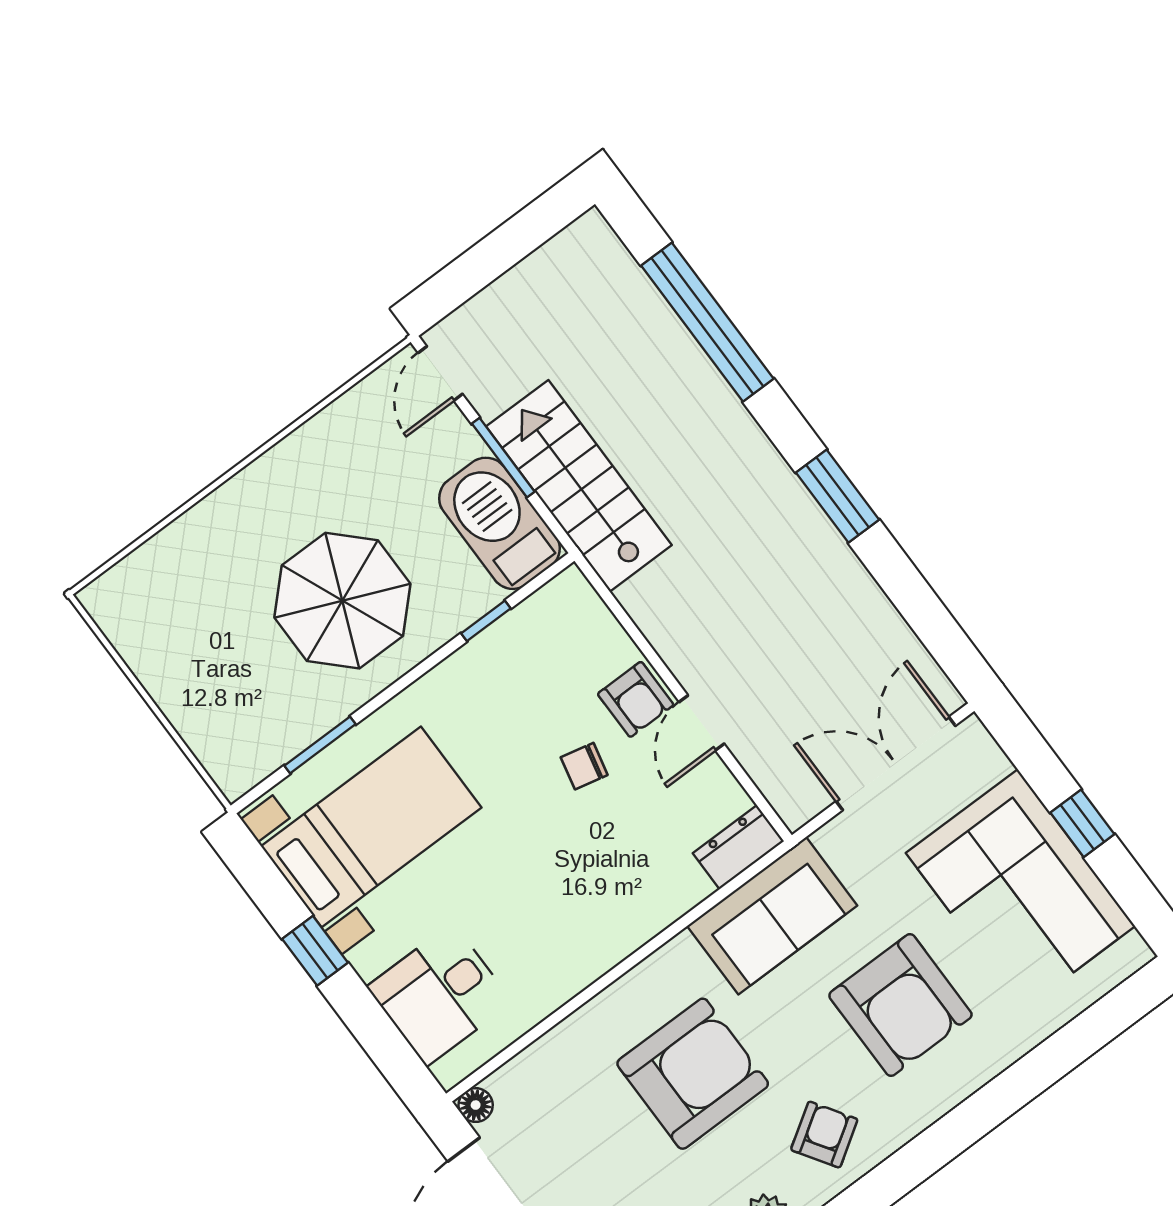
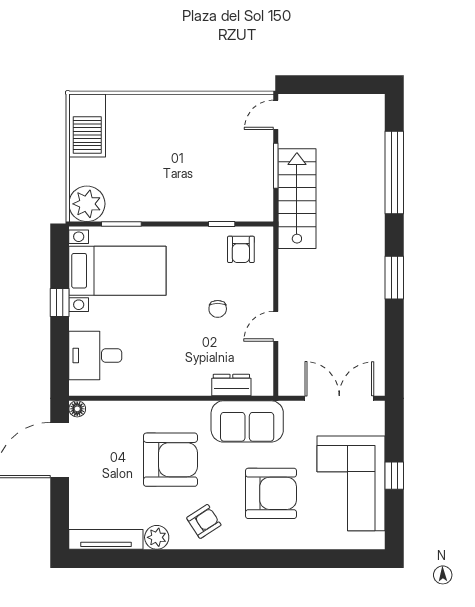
barbecue: (499, 523) -> (87, 125), moved, turned 180
parasol: (342, 601) -> (172, 175), removed
armchair: (636, 699) -> (241, 249), moved
plant: (238, 754) -> (87, 204), added
chair: (584, 766) -> (218, 309), turned -103
dresser: (738, 847) -> (231, 385), moved
armchair: (900, 1005) -> (271, 493), turned -90

